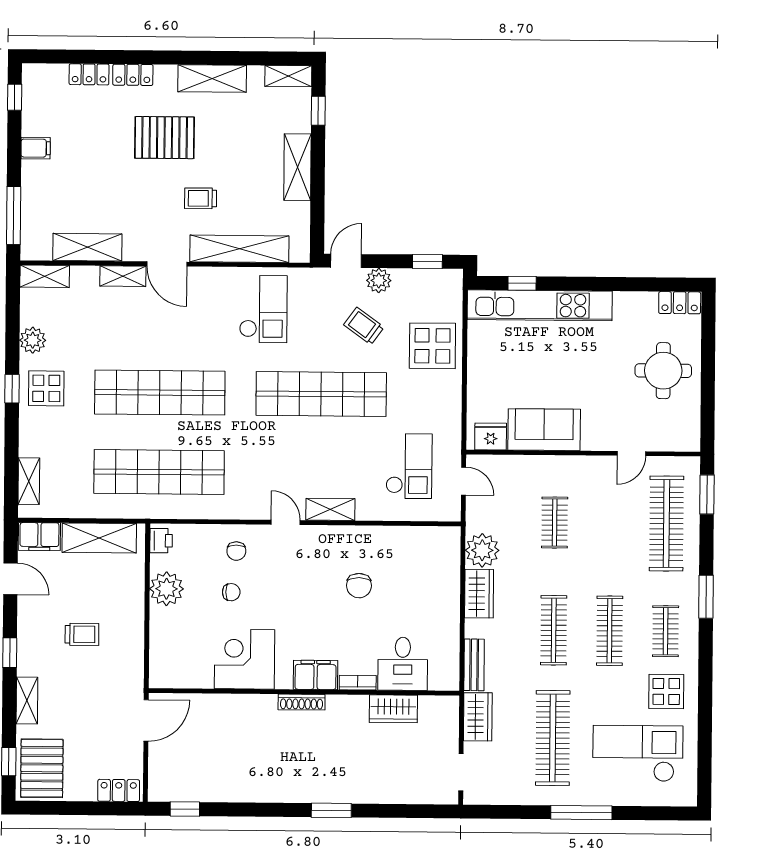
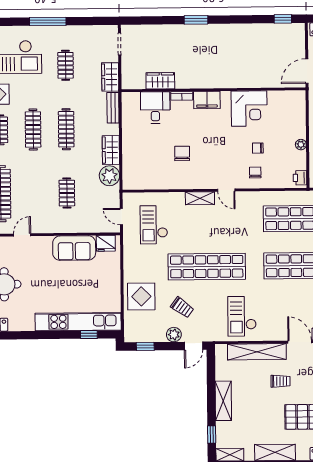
plant: (166, 589) -> (301, 145), width x0.53, depth x0.53
shoe rack: (302, 702) -> (215, 84), removed
clothes rail: (553, 738) -> (66, 65), width x0.54, depth x0.76

